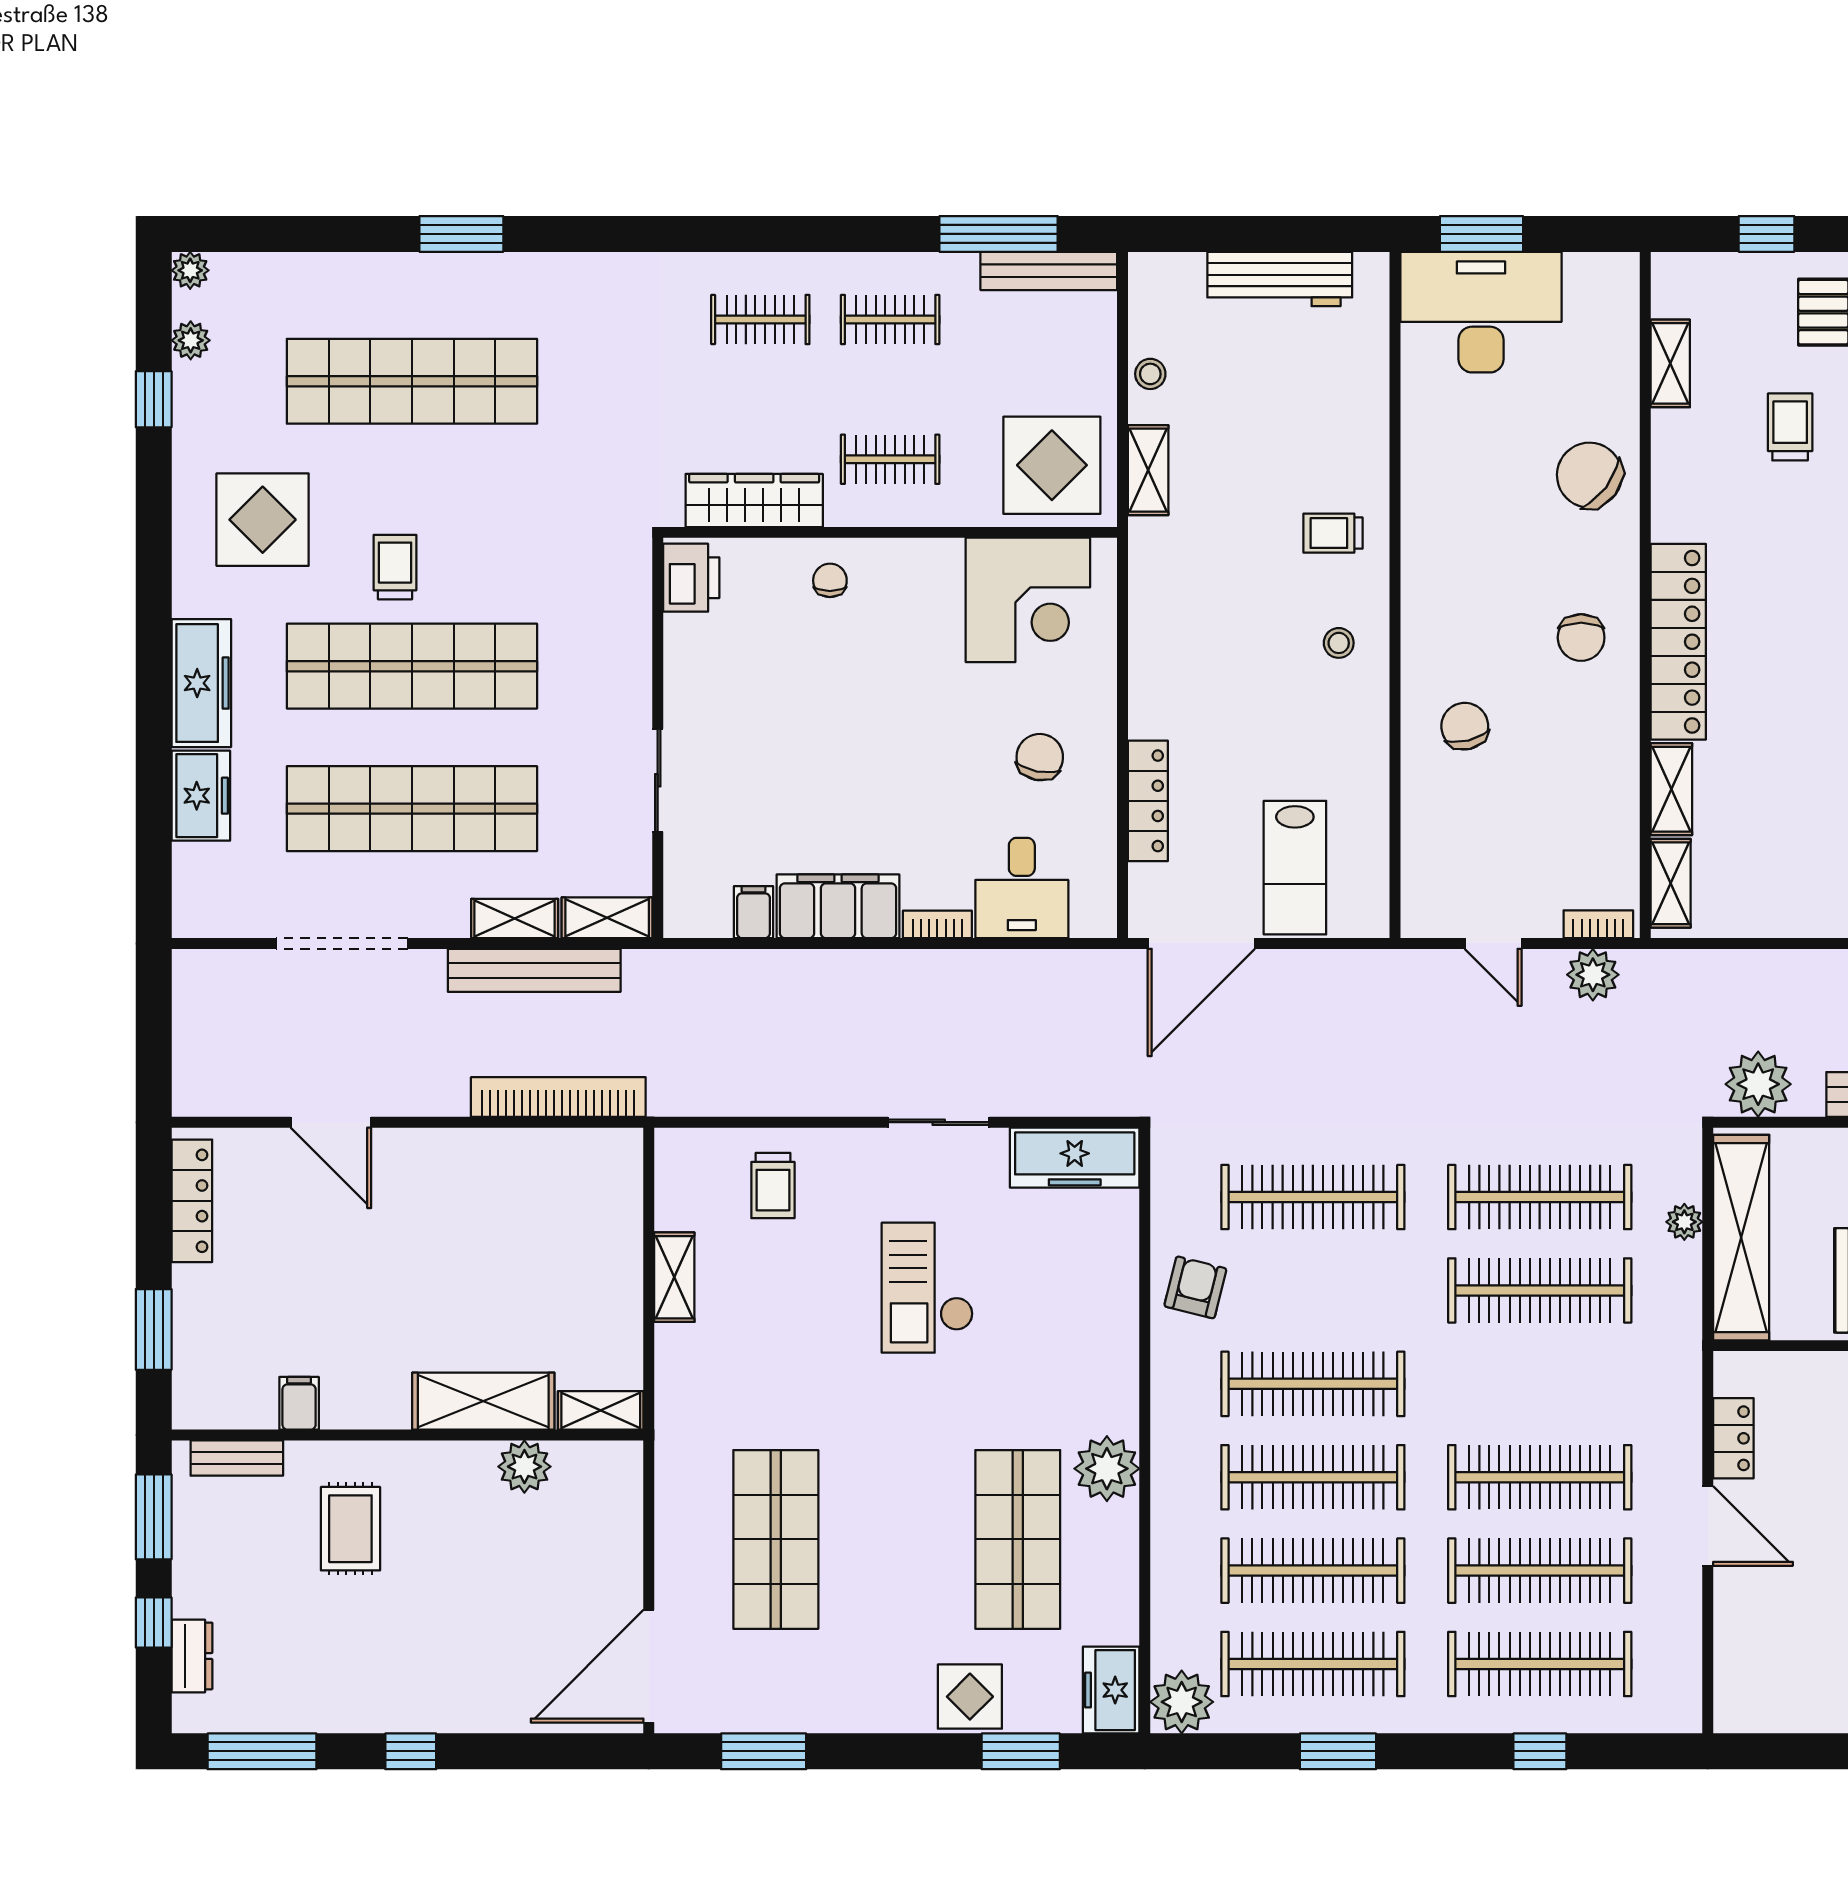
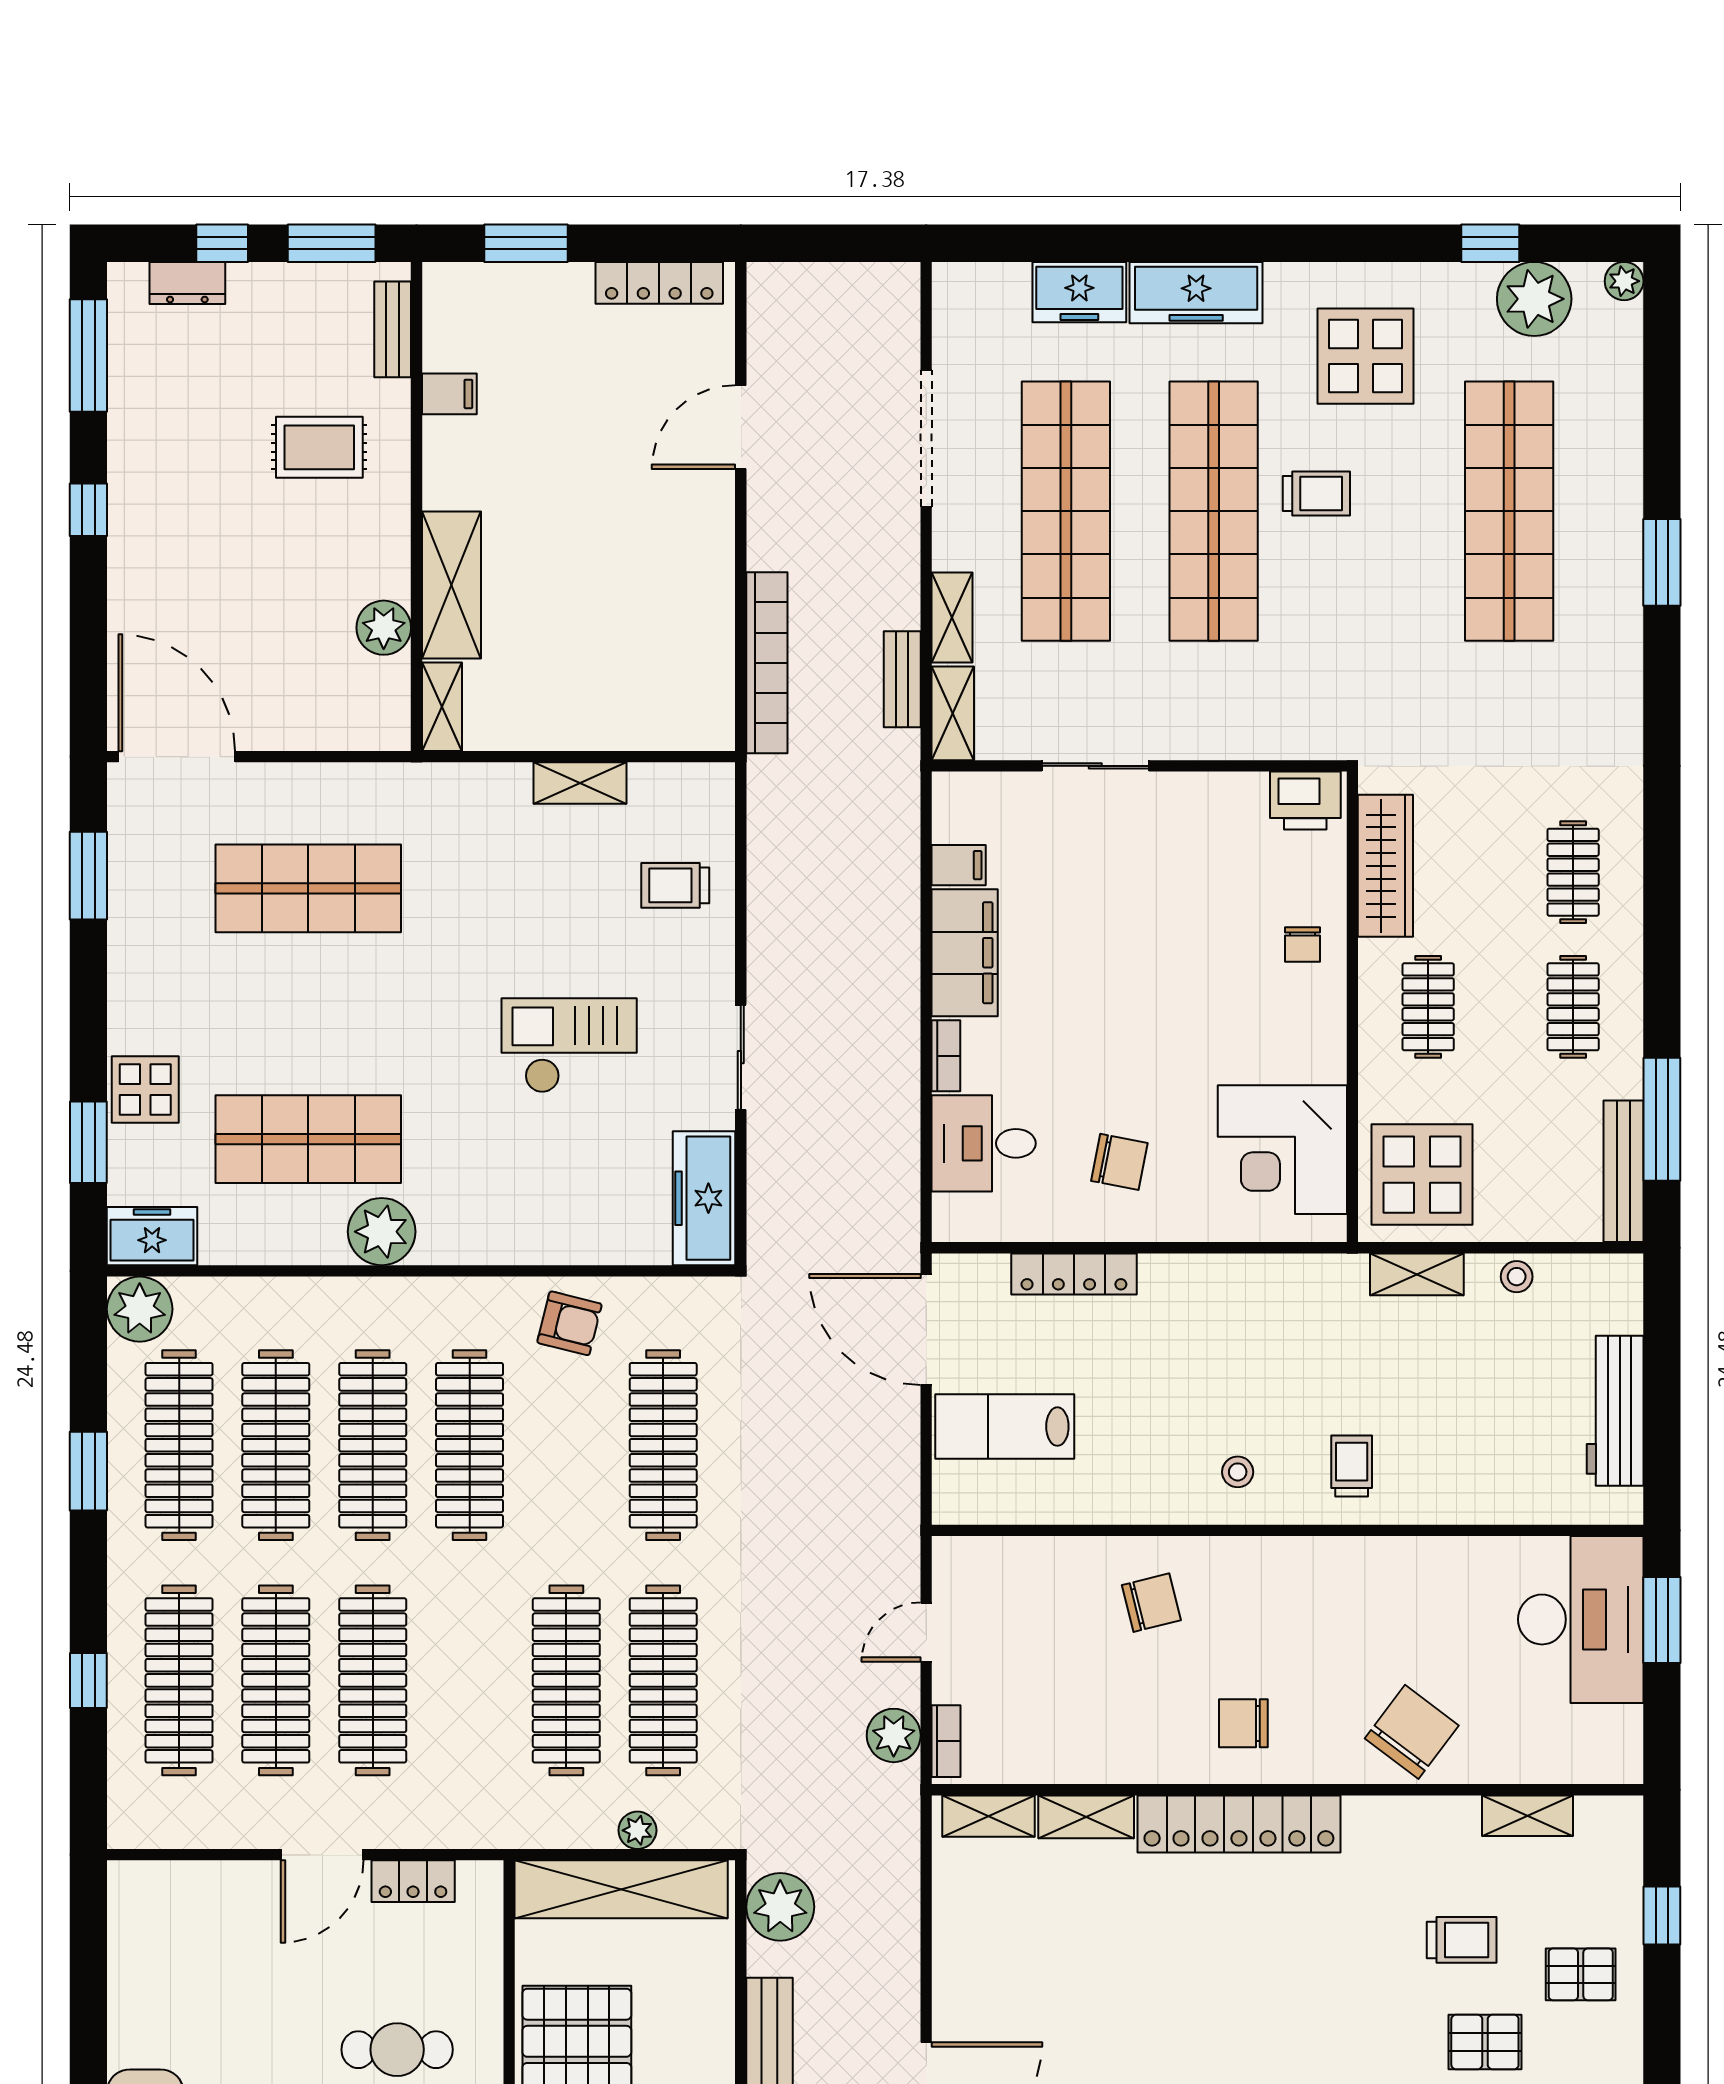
plant: (191, 340) -> (1534, 299), width x1.88, depth x1.88
chair: (830, 580) -> (1303, 944), turned 90
bench: (534, 970) -> (902, 679), width x0.54, depth x0.82

